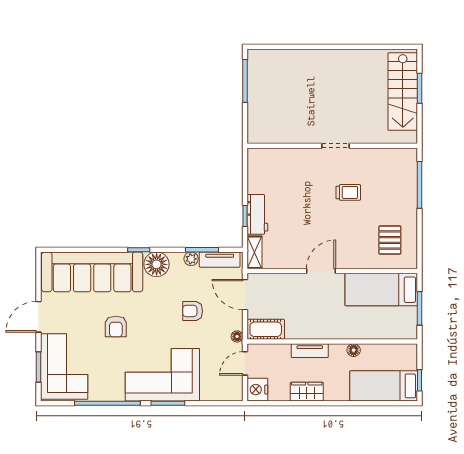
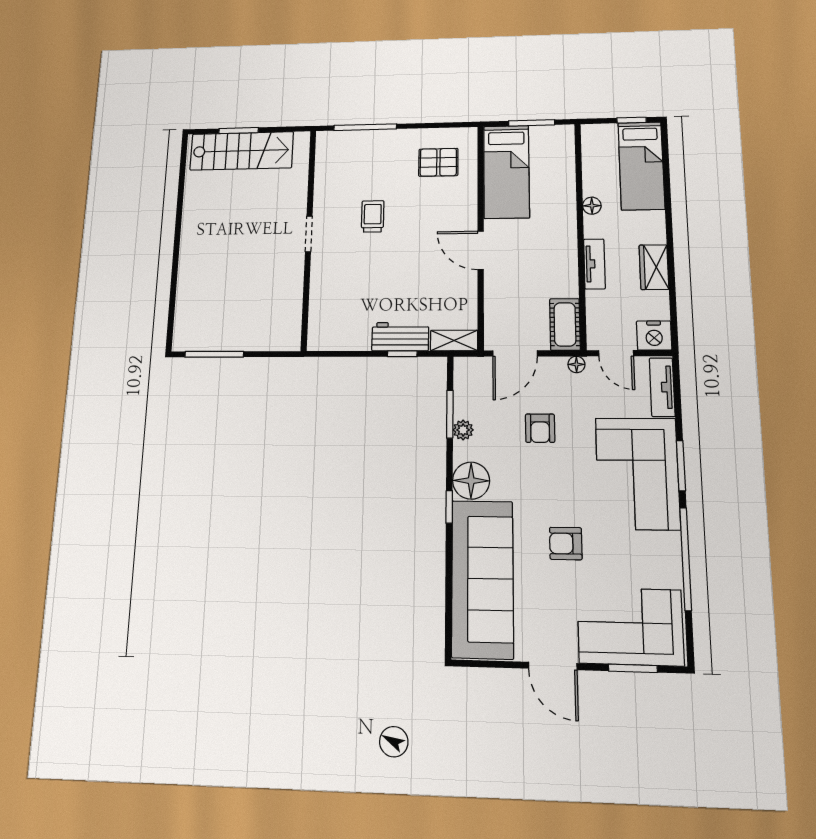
tv unit: (220, 260) -> (662, 387), moved, turned 180
armchair: (116, 327) -> (566, 543), turned 180

